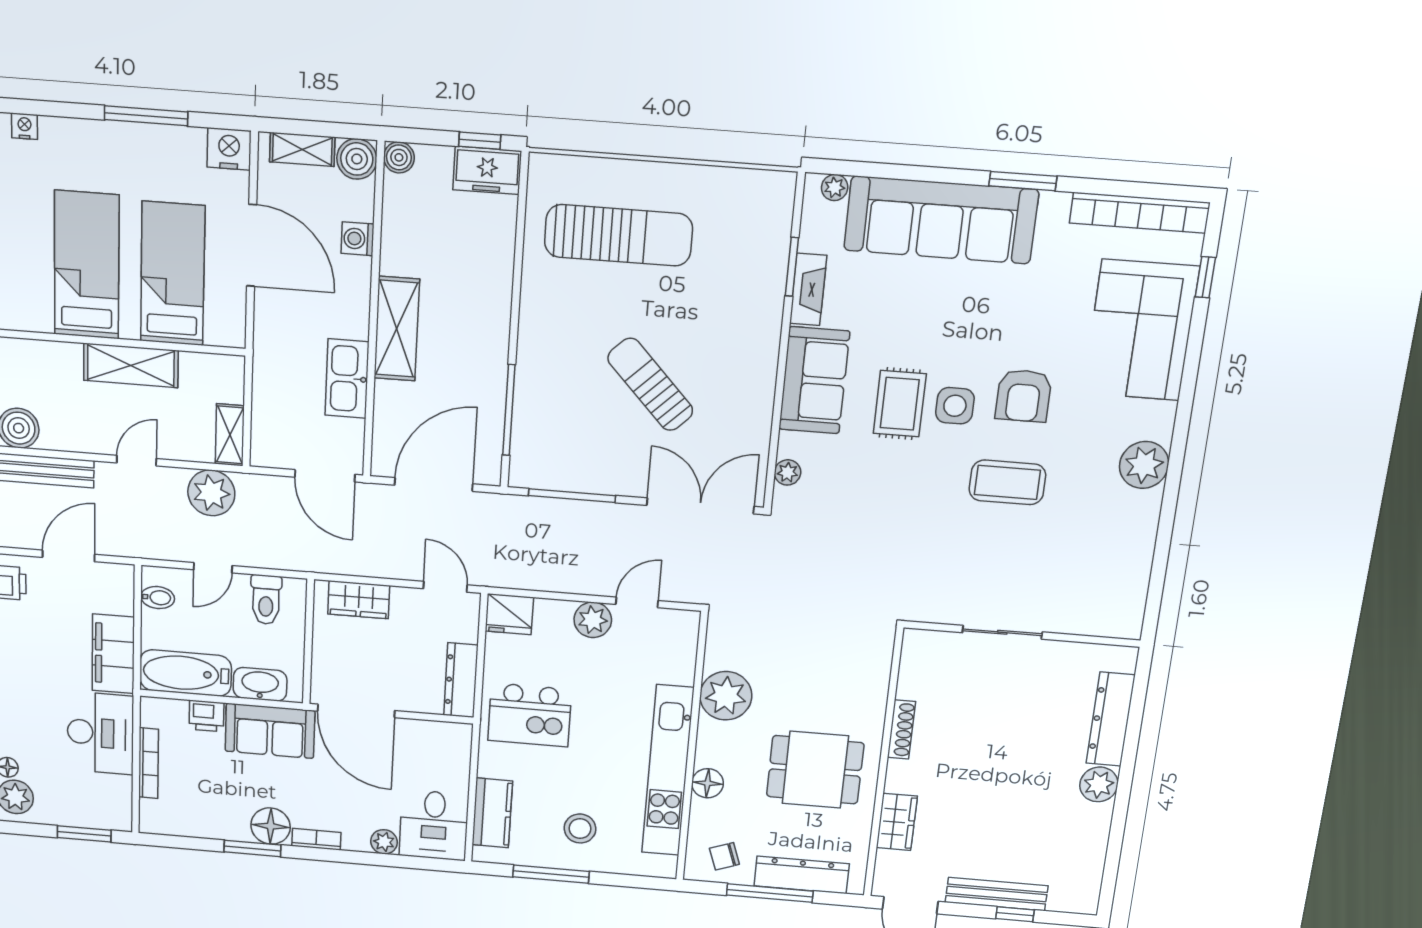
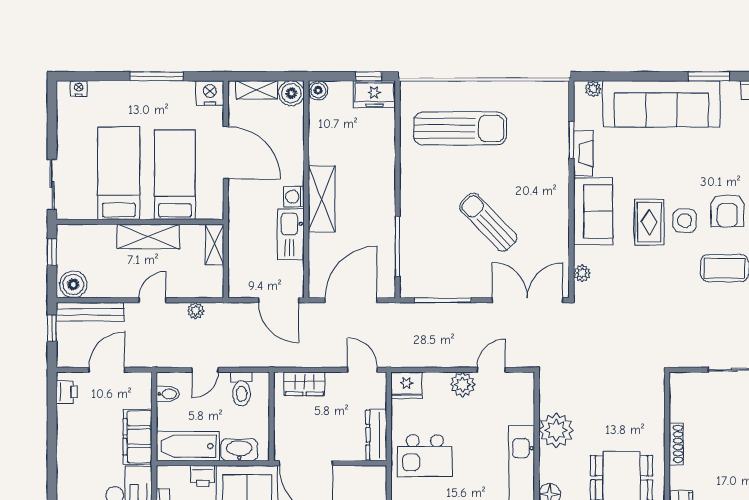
washing machine: (358, 239) -> (294, 197), moved
shelving: (230, 435) -> (214, 244), moved
plant: (211, 493) -> (196, 311), width x0.53, depth x0.53

